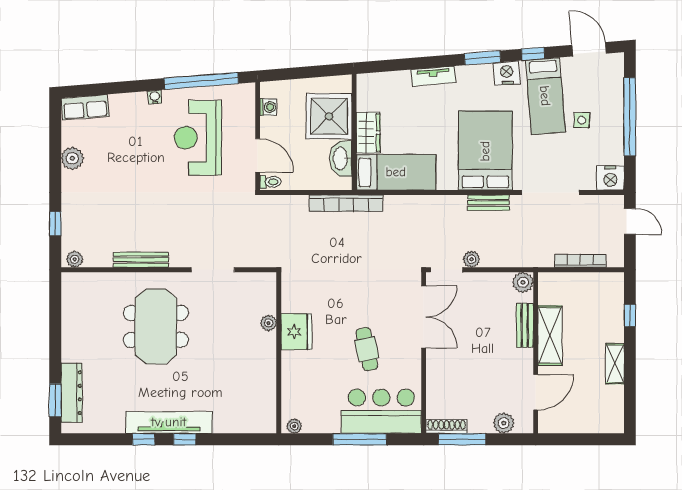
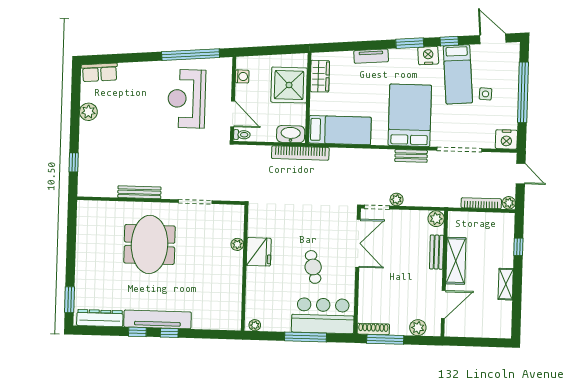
water cooler: (155, 97) -> (154, 66), removed
wardrobe: (368, 133) -> (320, 76), moved
washbasin: (341, 159) -> (291, 134), moved, turned 90
plant: (75, 259) -> (509, 203), moved
dresser: (72, 393) -> (100, 318), moved, turned -90

